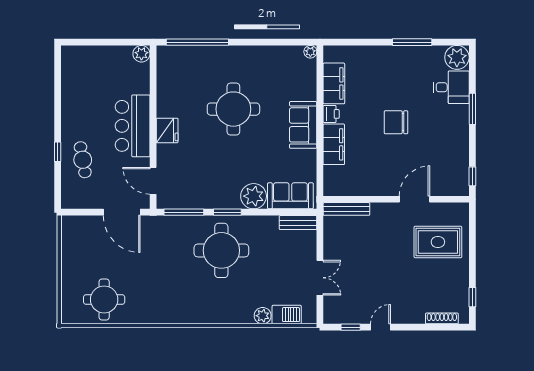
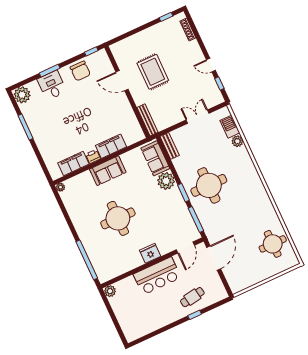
desk: (451, 87) -> (52, 85), moved
chair: (396, 122) -> (80, 71), moved
rug: (438, 242) -> (153, 72), moved

